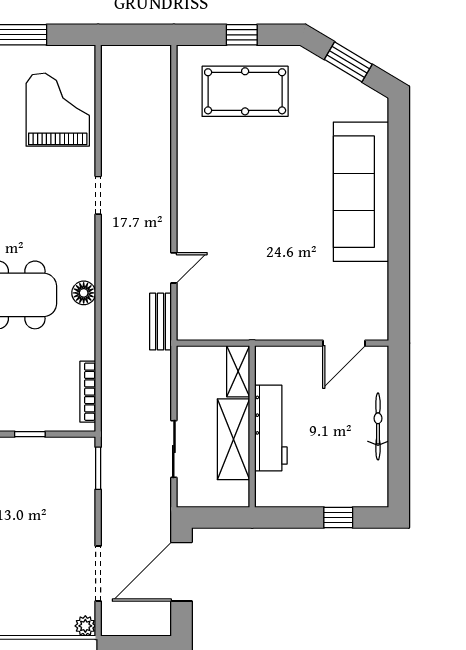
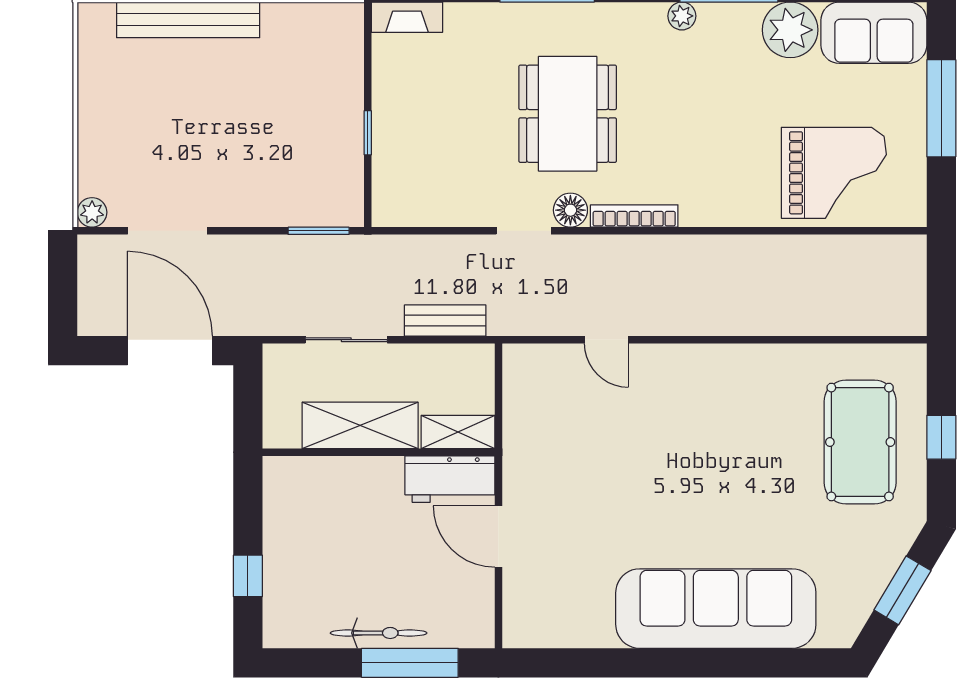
doorway: (98, 195) -> (524, 231), moved
bench: (161, 322) -> (445, 321), moved
door: (344, 343) -> (498, 537), moved
bookcase: (88, 392) -> (634, 216), moved
window: (399, 405) -> (410, 663), added
workbench: (271, 428) -> (450, 479), moved, width x0.73

